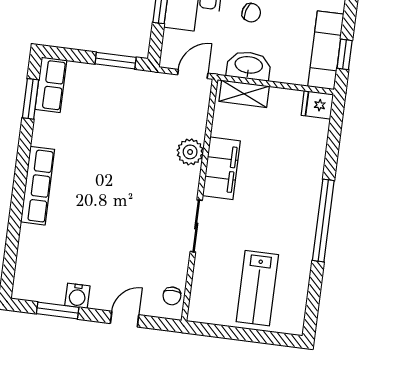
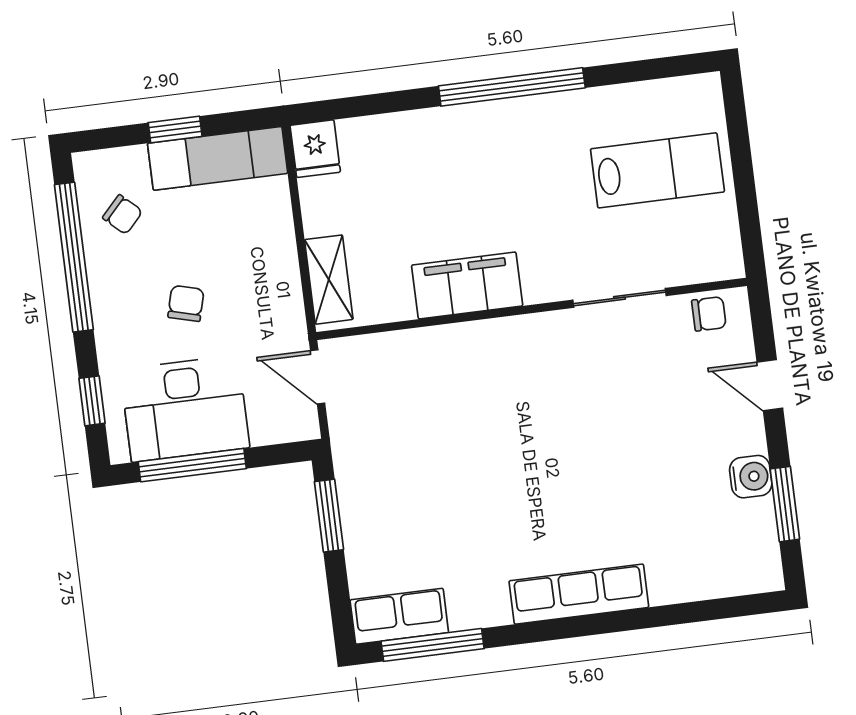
window: (345, 54) -> (175, 129), moved
washbasin: (249, 66) -> (278, 284), removed
window: (31, 99) -> (433, 645), width x1.44
plant: (190, 152) -> (453, 347), removed
sliding door: (196, 226) -> (620, 298), moved

